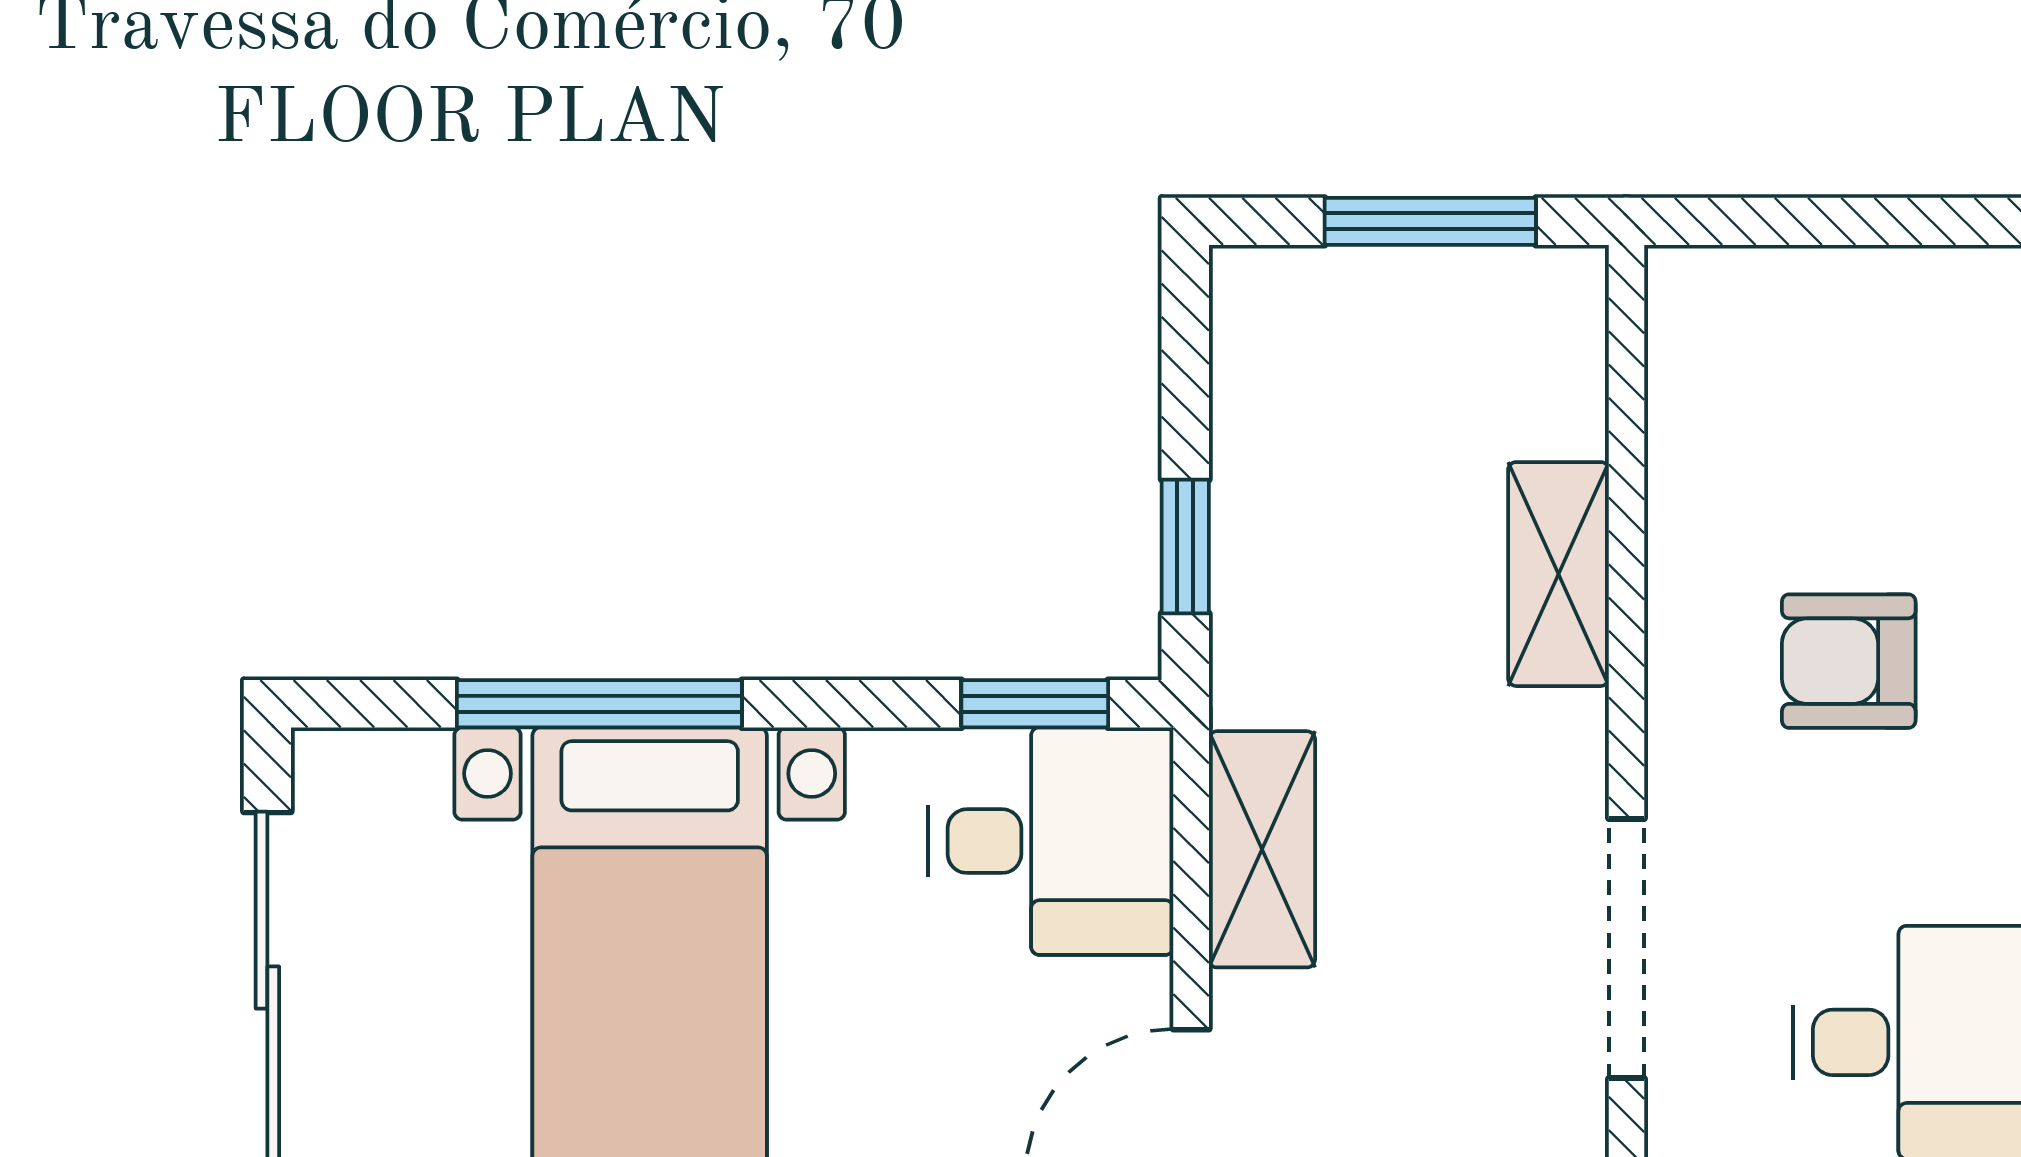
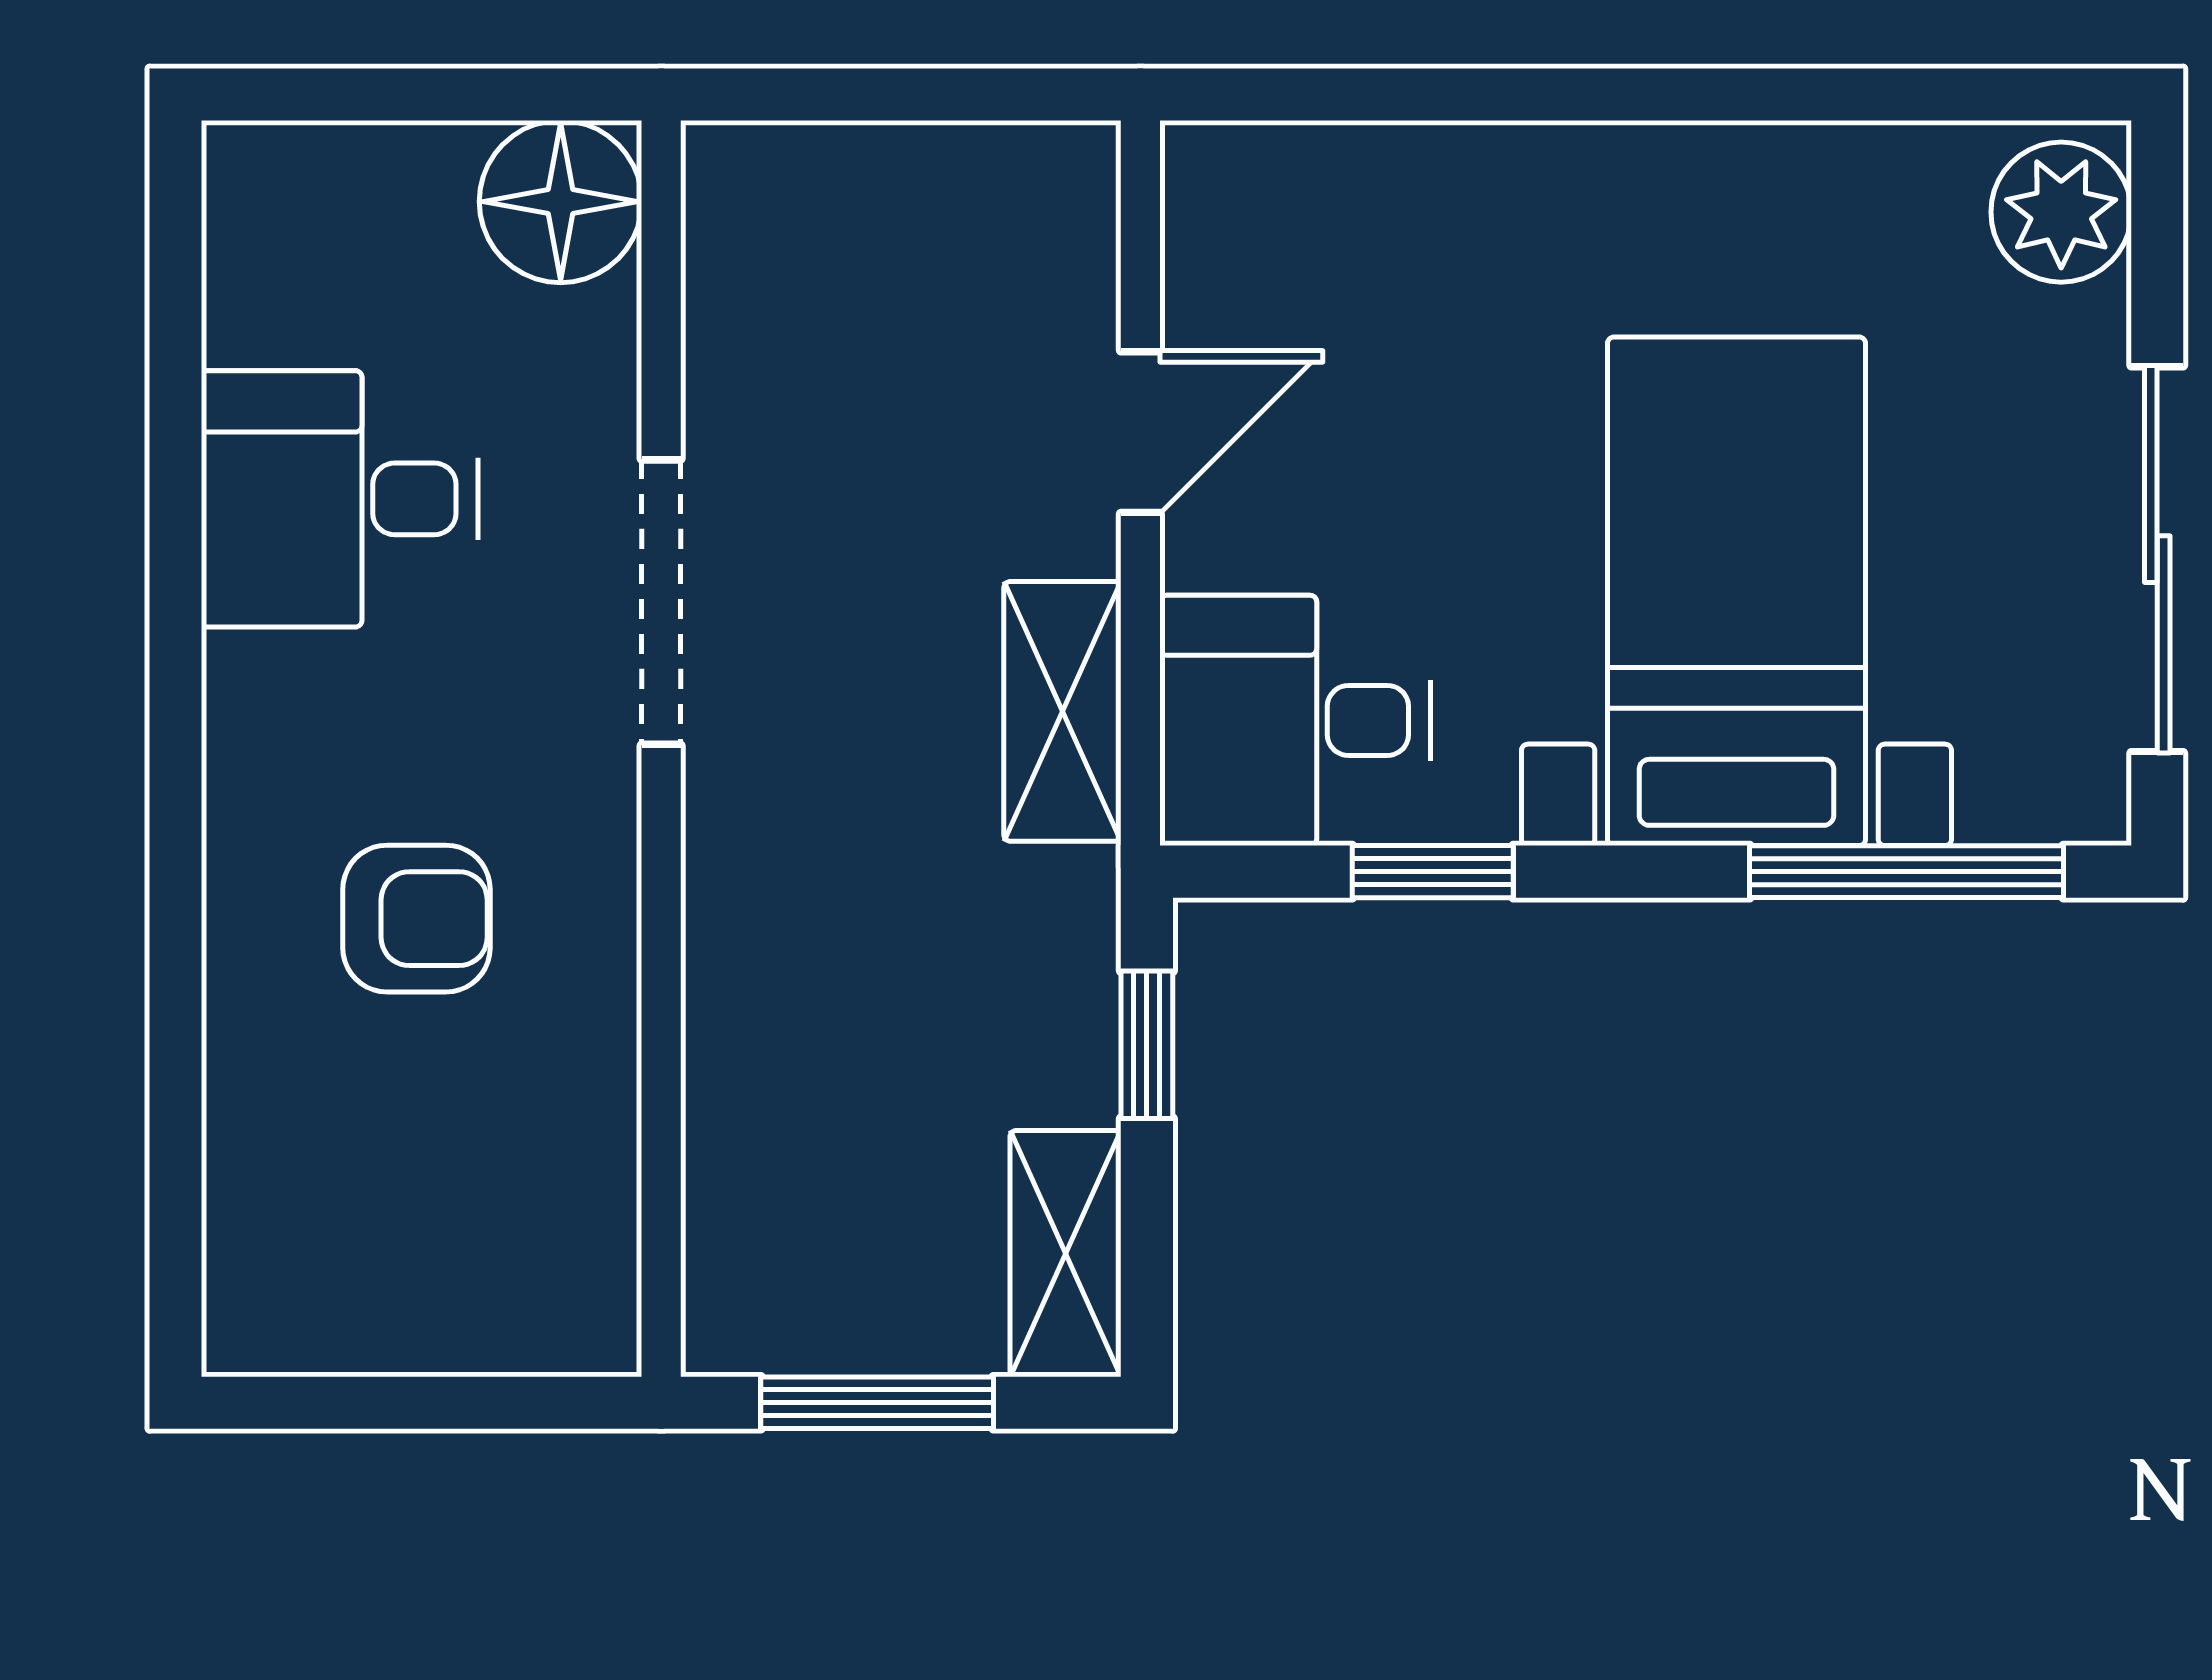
shelving: (1558, 574) -> (1066, 1254), moved
window: (599, 704) -> (1906, 872), moved
window: (1035, 704) -> (1433, 872), moved

